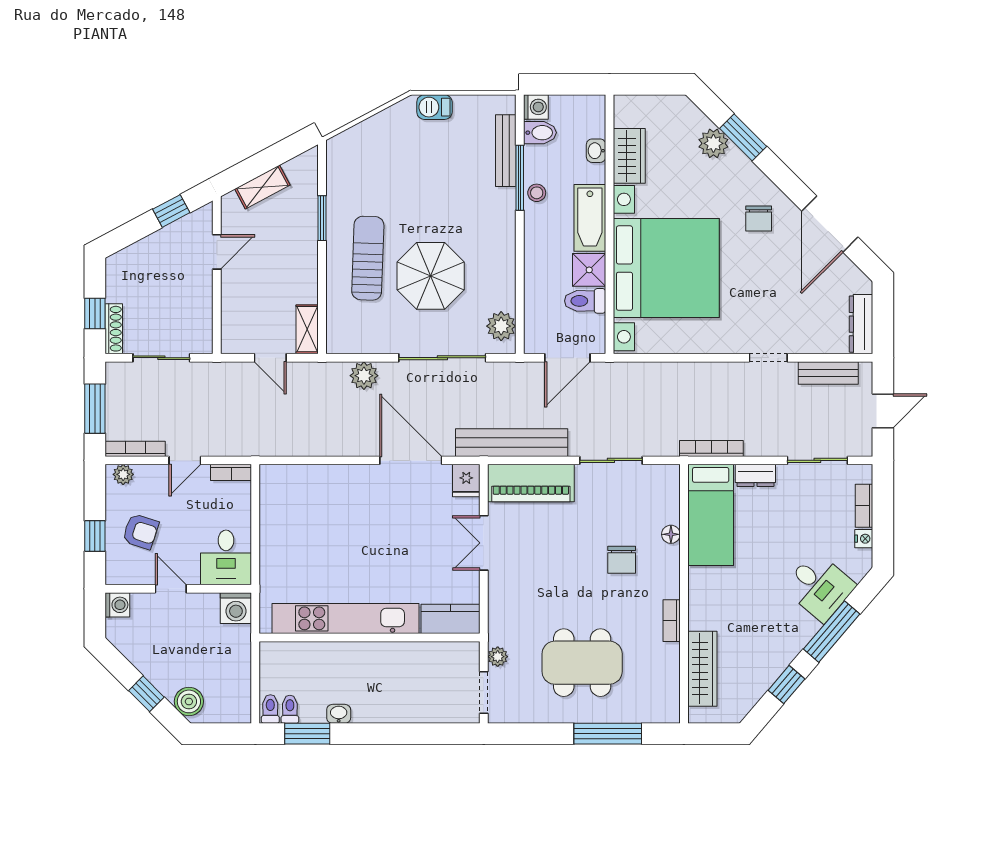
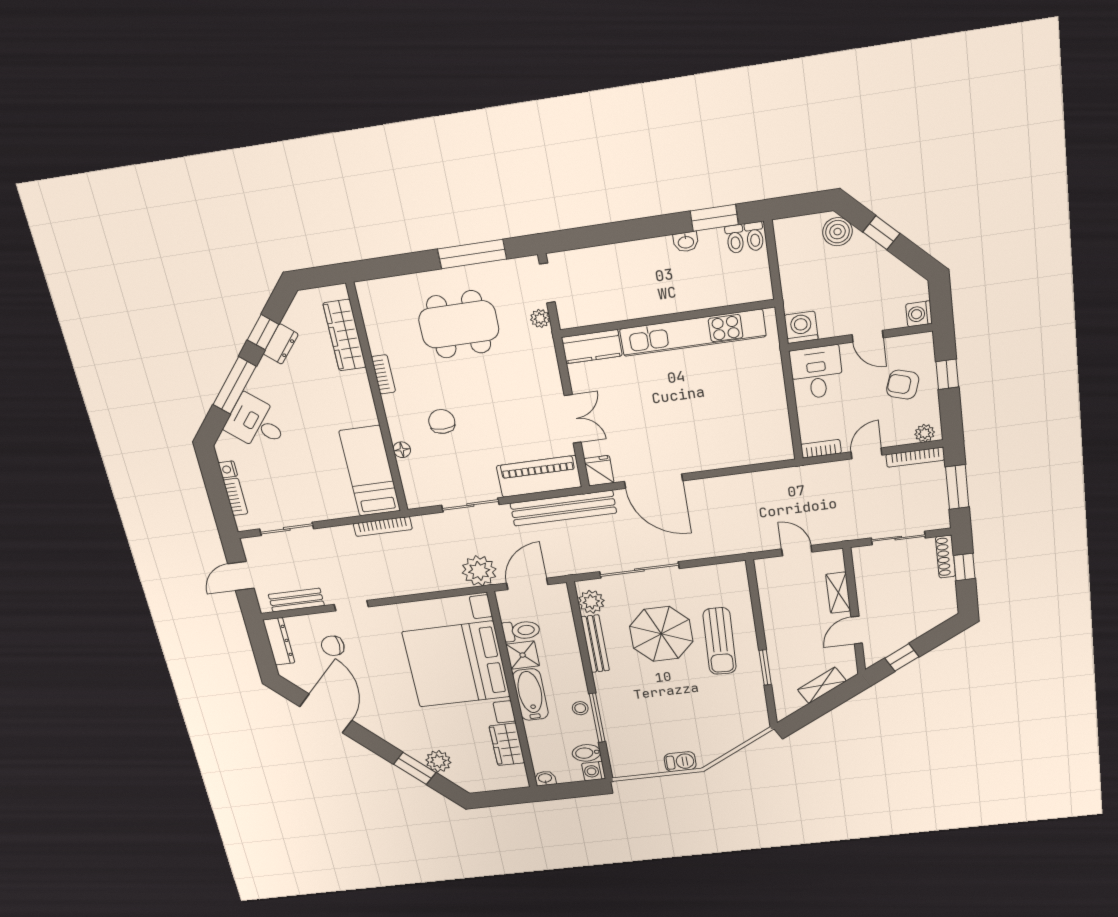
bench: (506, 151) -> (595, 644), moved
washbasin: (596, 151) -> (545, 778), moved, turned -90
chair: (759, 218) -> (333, 646), moved, turned -90
shelving: (307, 329) -> (838, 593), moved
plant: (364, 376) -> (479, 571), moved, width x1.36, depth x1.36
dresser: (755, 475) -> (281, 344), moved, turned 130
window: (608, 734) -> (472, 254), moved

